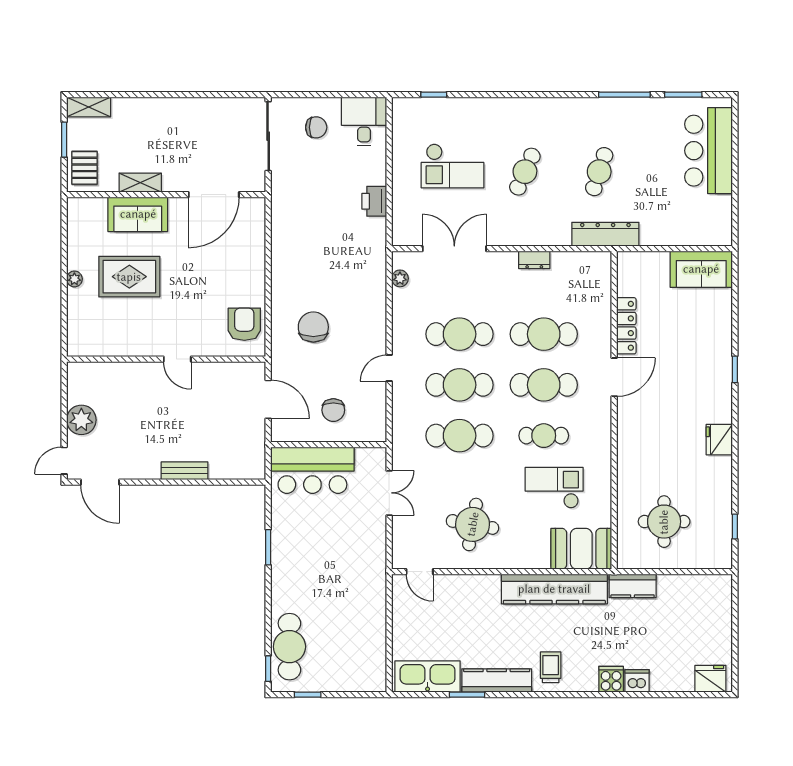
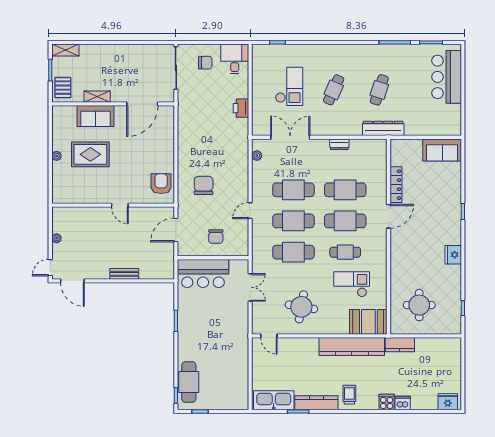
checkout: (452, 166) -> (289, 86), turned -90
door: (268, 399) -> (176, 230), swing flipped
plant: (81, 420) -> (57, 238), width x0.53, depth x0.53

